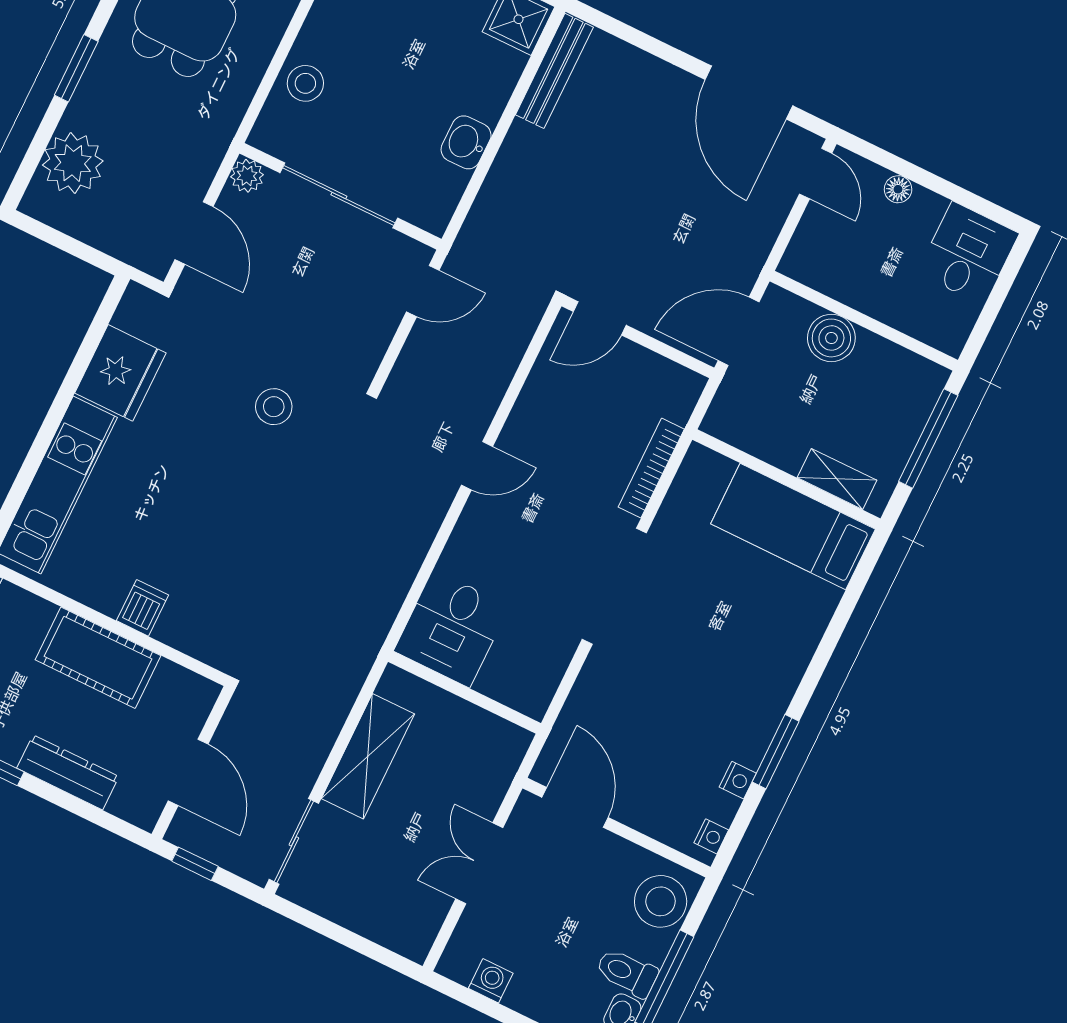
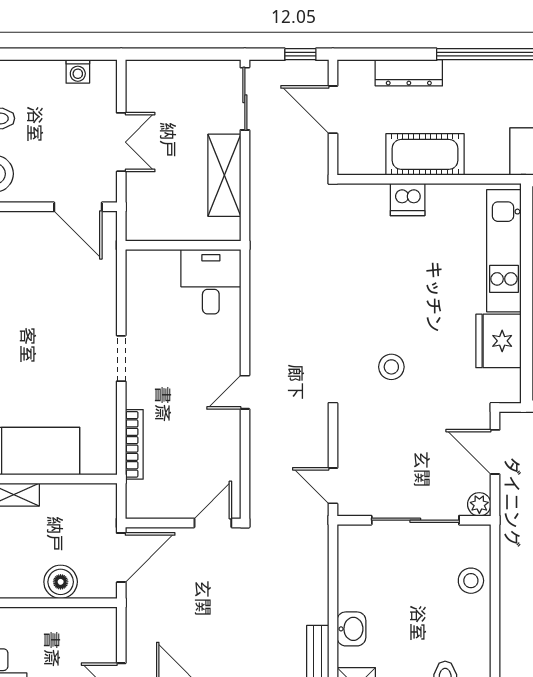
washbasin: (466, 142) -> (351, 629), moved
door: (423, 291) -> (333, 486), hinge flipped
doorway: (614, 586) -> (121, 358), width x0.53
dishwasher: (142, 608) -> (408, 200), width x1.38

